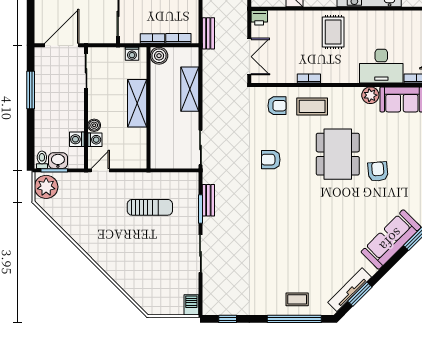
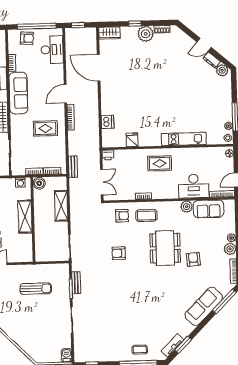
rug: (333, 32) -> (160, 163), turned 90
tv unit: (350, 290) -> (173, 345), width x0.71

